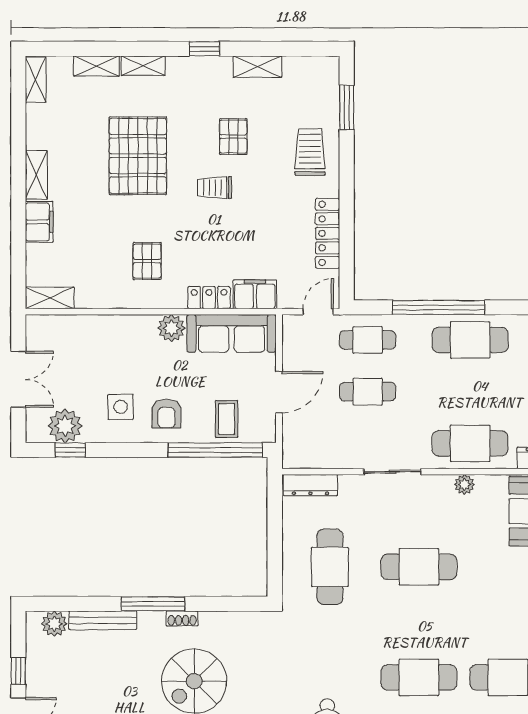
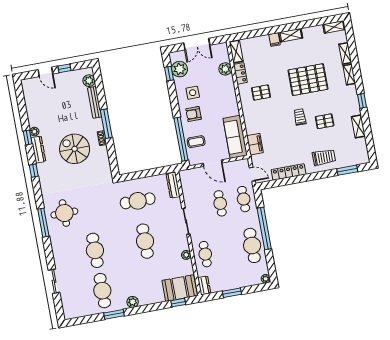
filing cabinet: (39, 222) -> (274, 40), width x0.50
locker: (209, 298) -> (240, 73), moved
plant: (171, 328) -> (225, 69), moved
cafe table: (470, 443) -> (205, 254), width x0.73, depth x0.74

